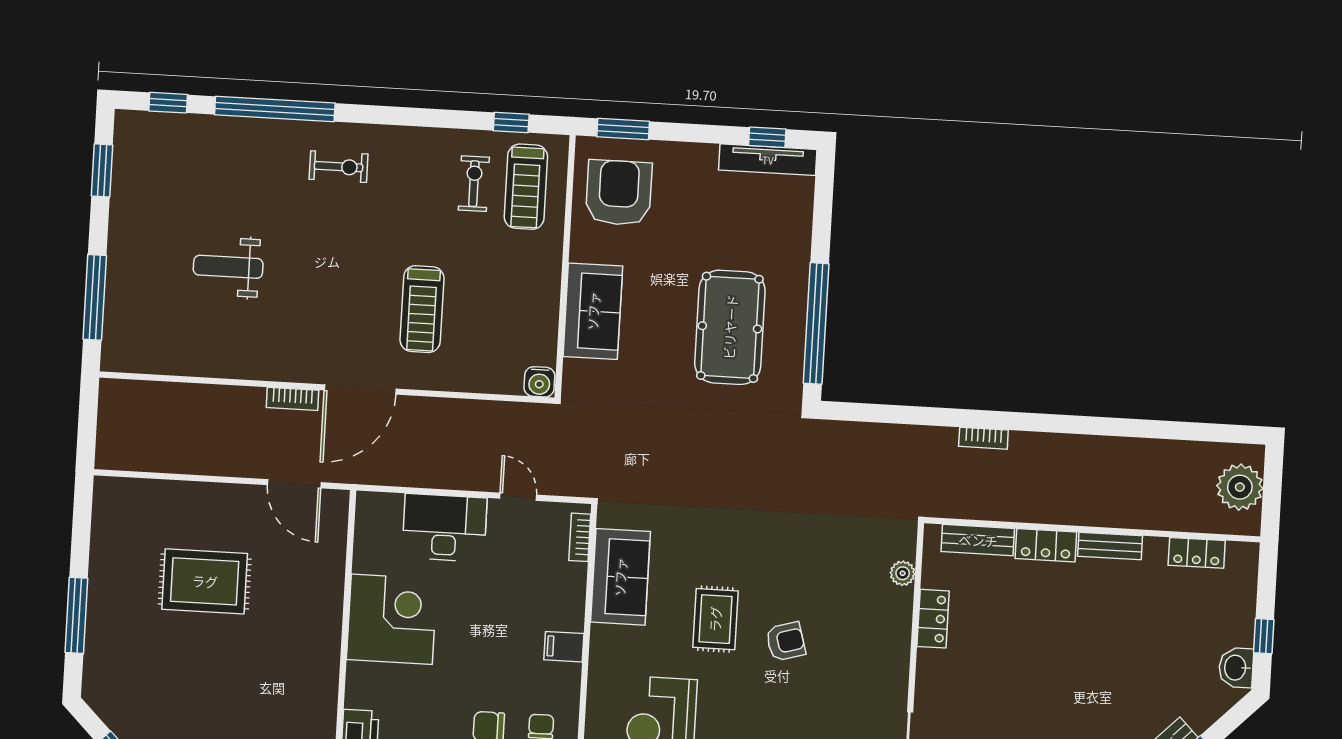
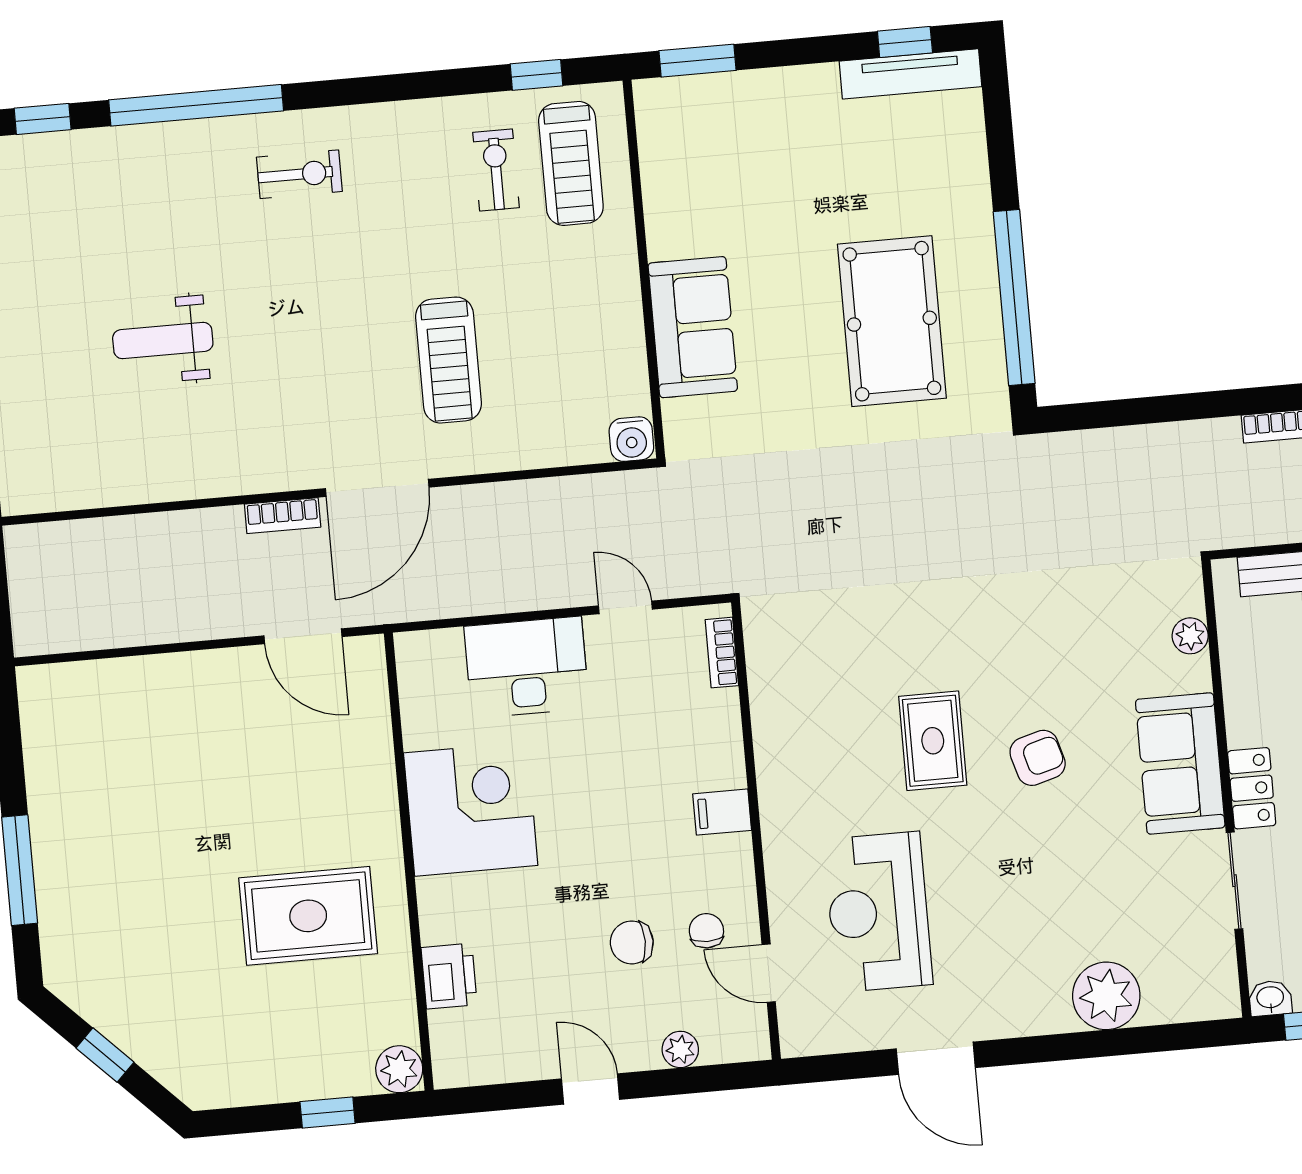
armchair: (619, 193) -> (705, 152), removed
sofa: (620, 577) -> (1180, 764), moved, turned 180
rug: (205, 581) -> (308, 916), moved
locker: (933, 619) -> (1252, 788), moved

